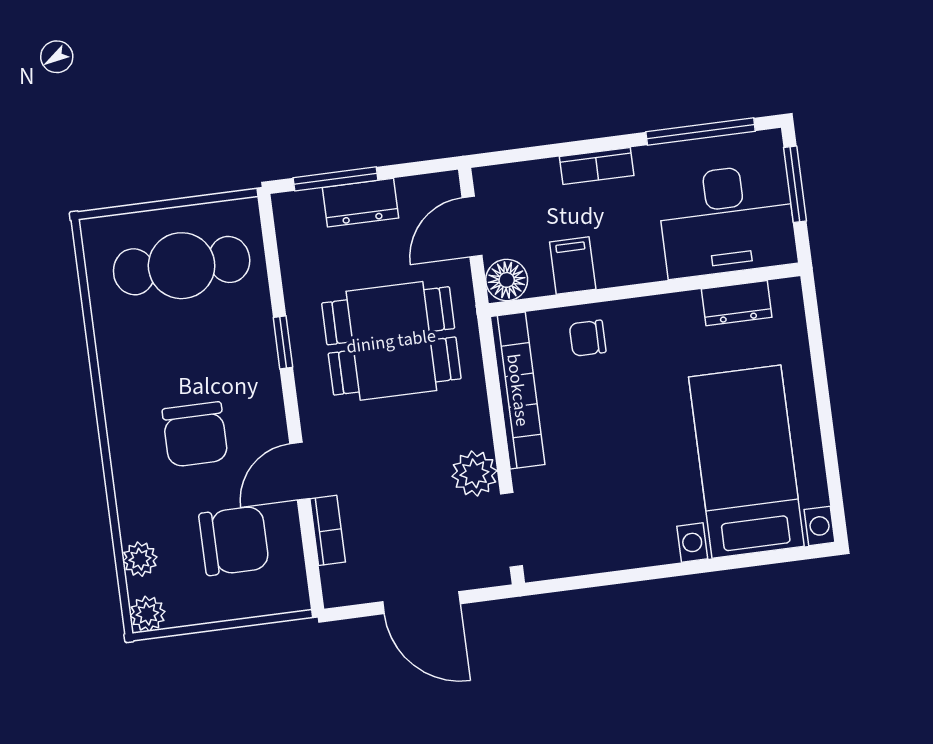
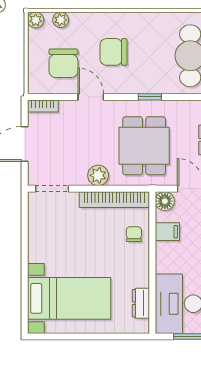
plant: (474, 473) -> (98, 175), moved
bookcase: (328, 530) -> (43, 106), moved

